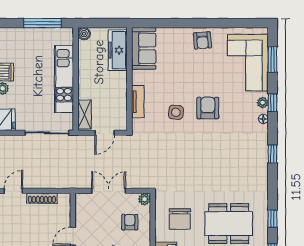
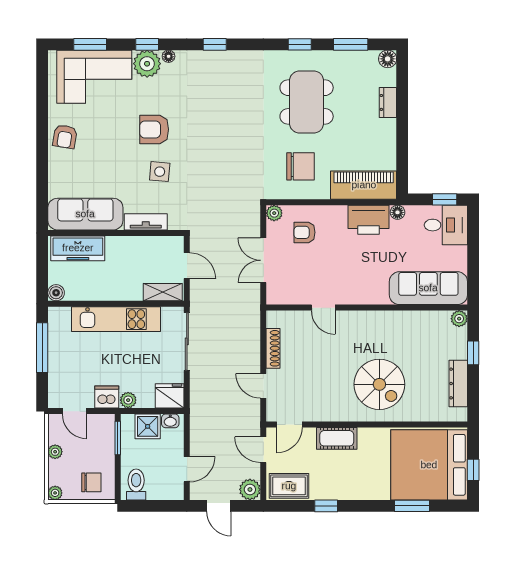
armchair: (202, 40) -> (65, 137), turned 104
sofa: (144, 48) -> (85, 214), width x1.36
plant: (263, 103) -> (147, 64), width x1.88, depth x1.88

